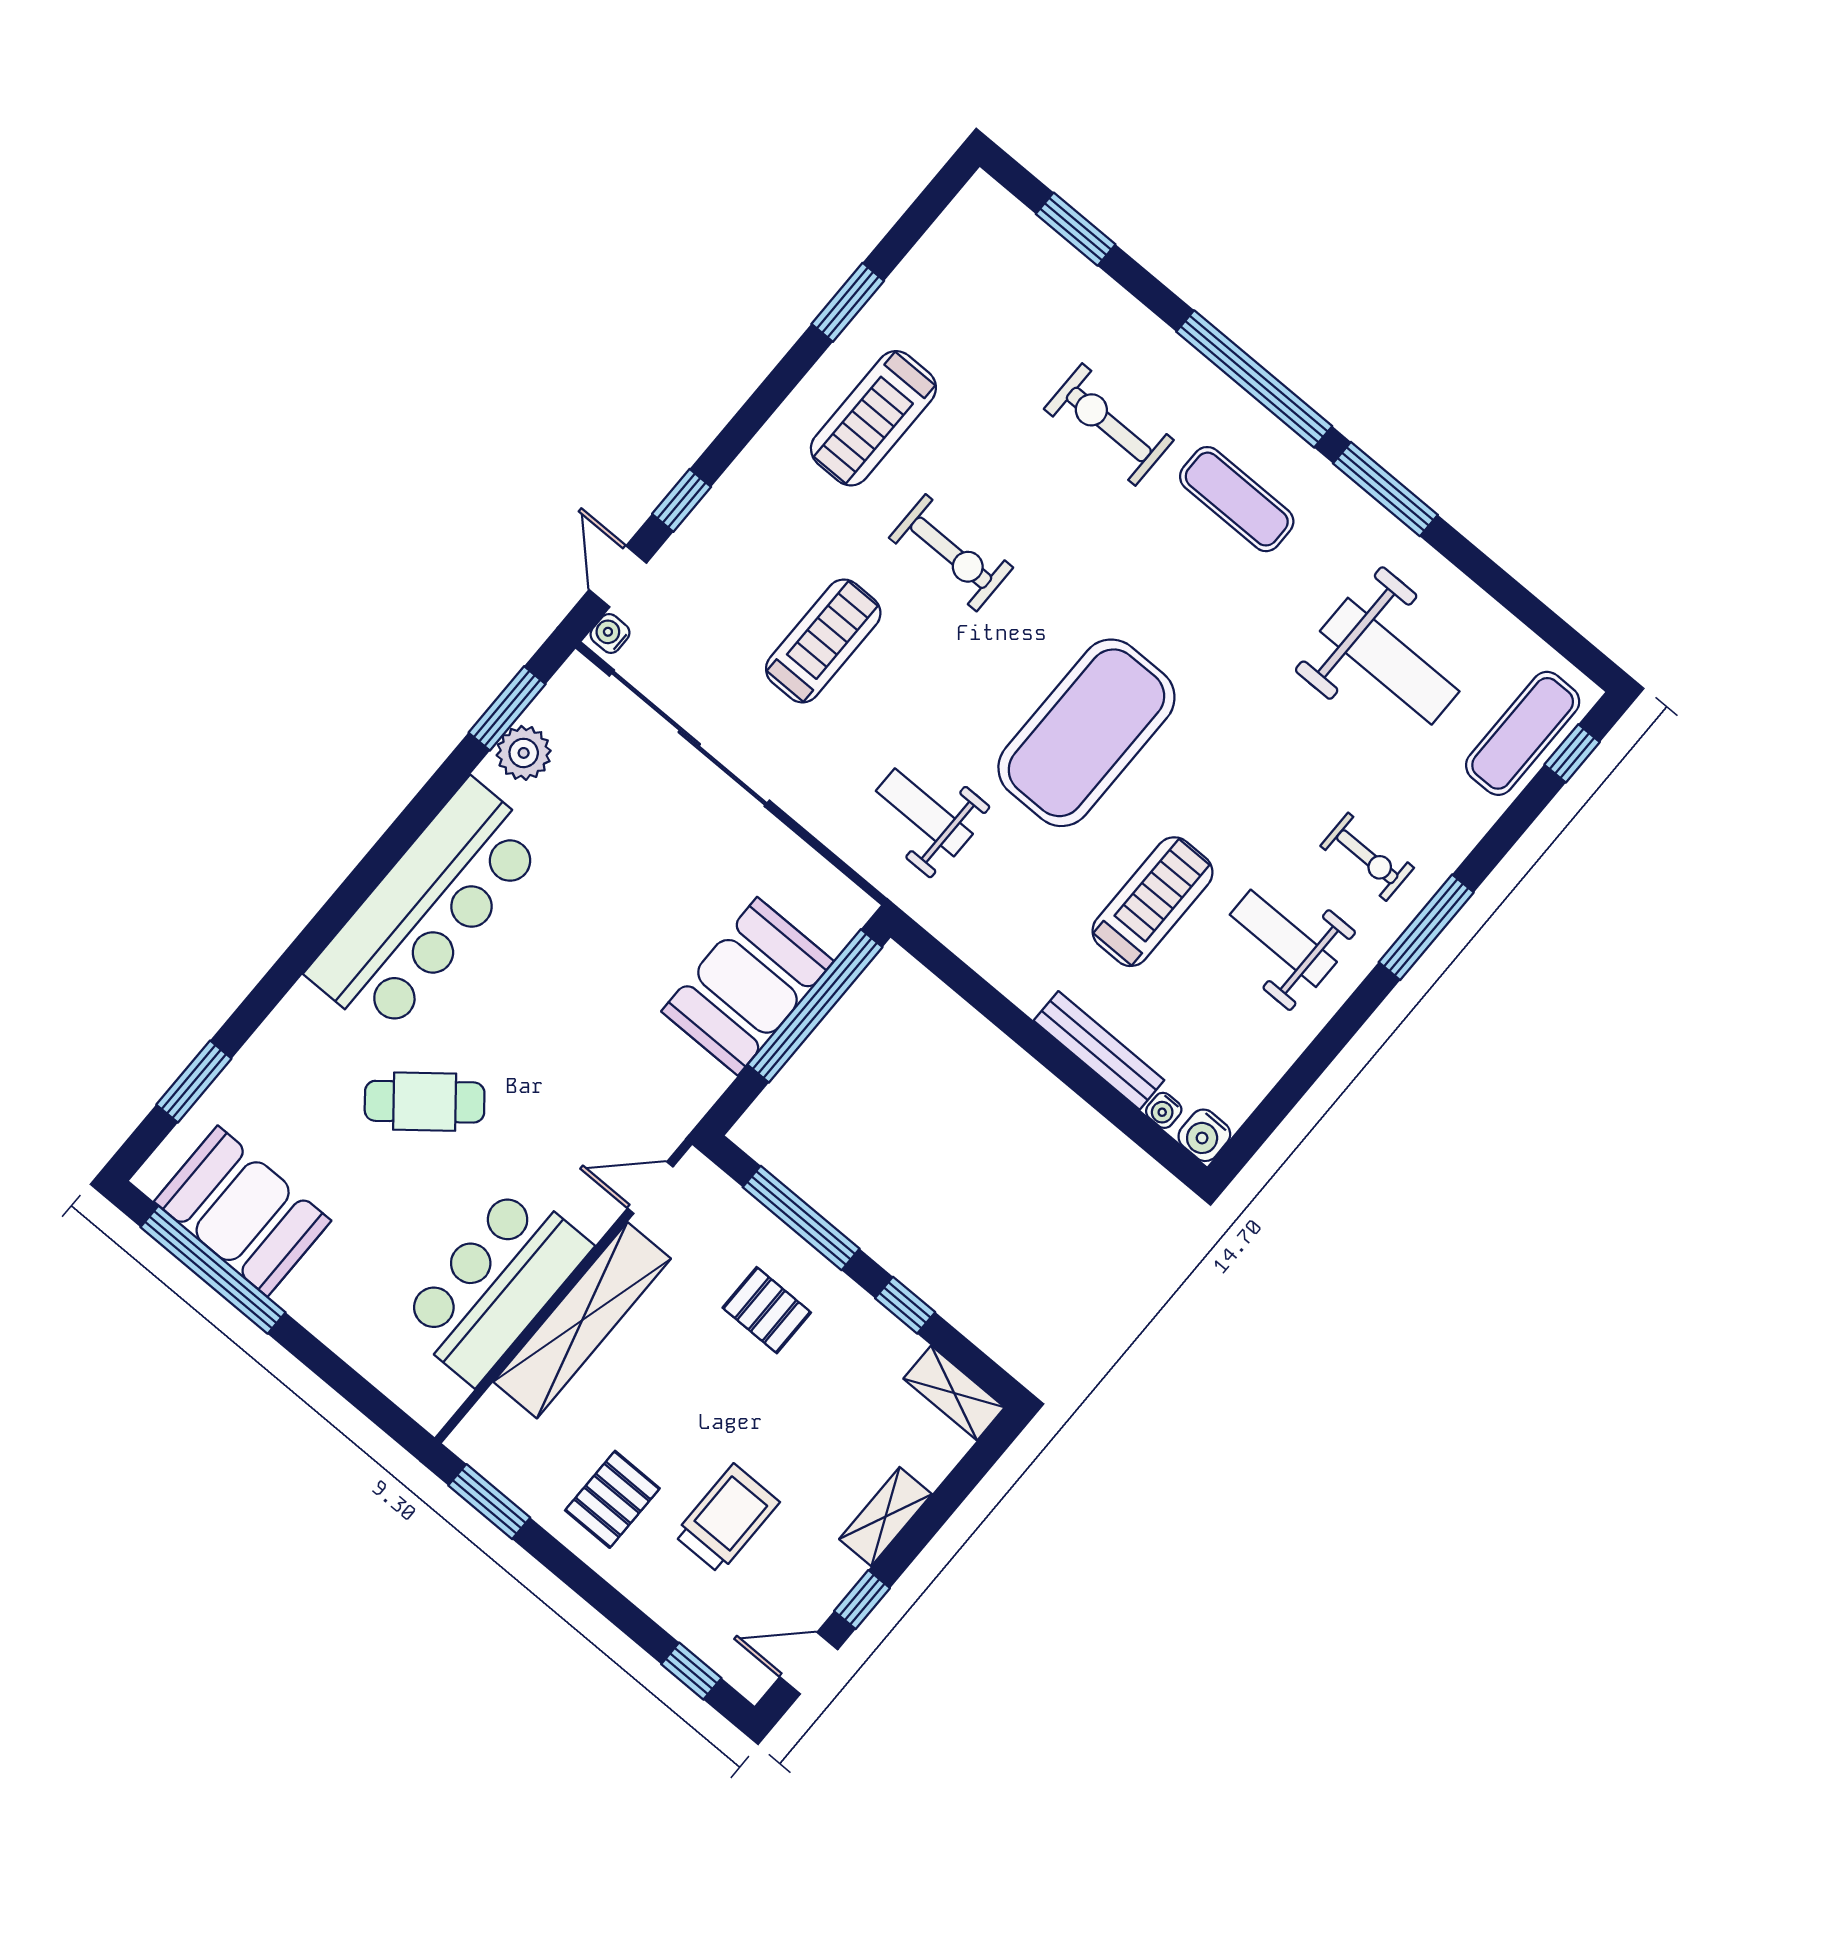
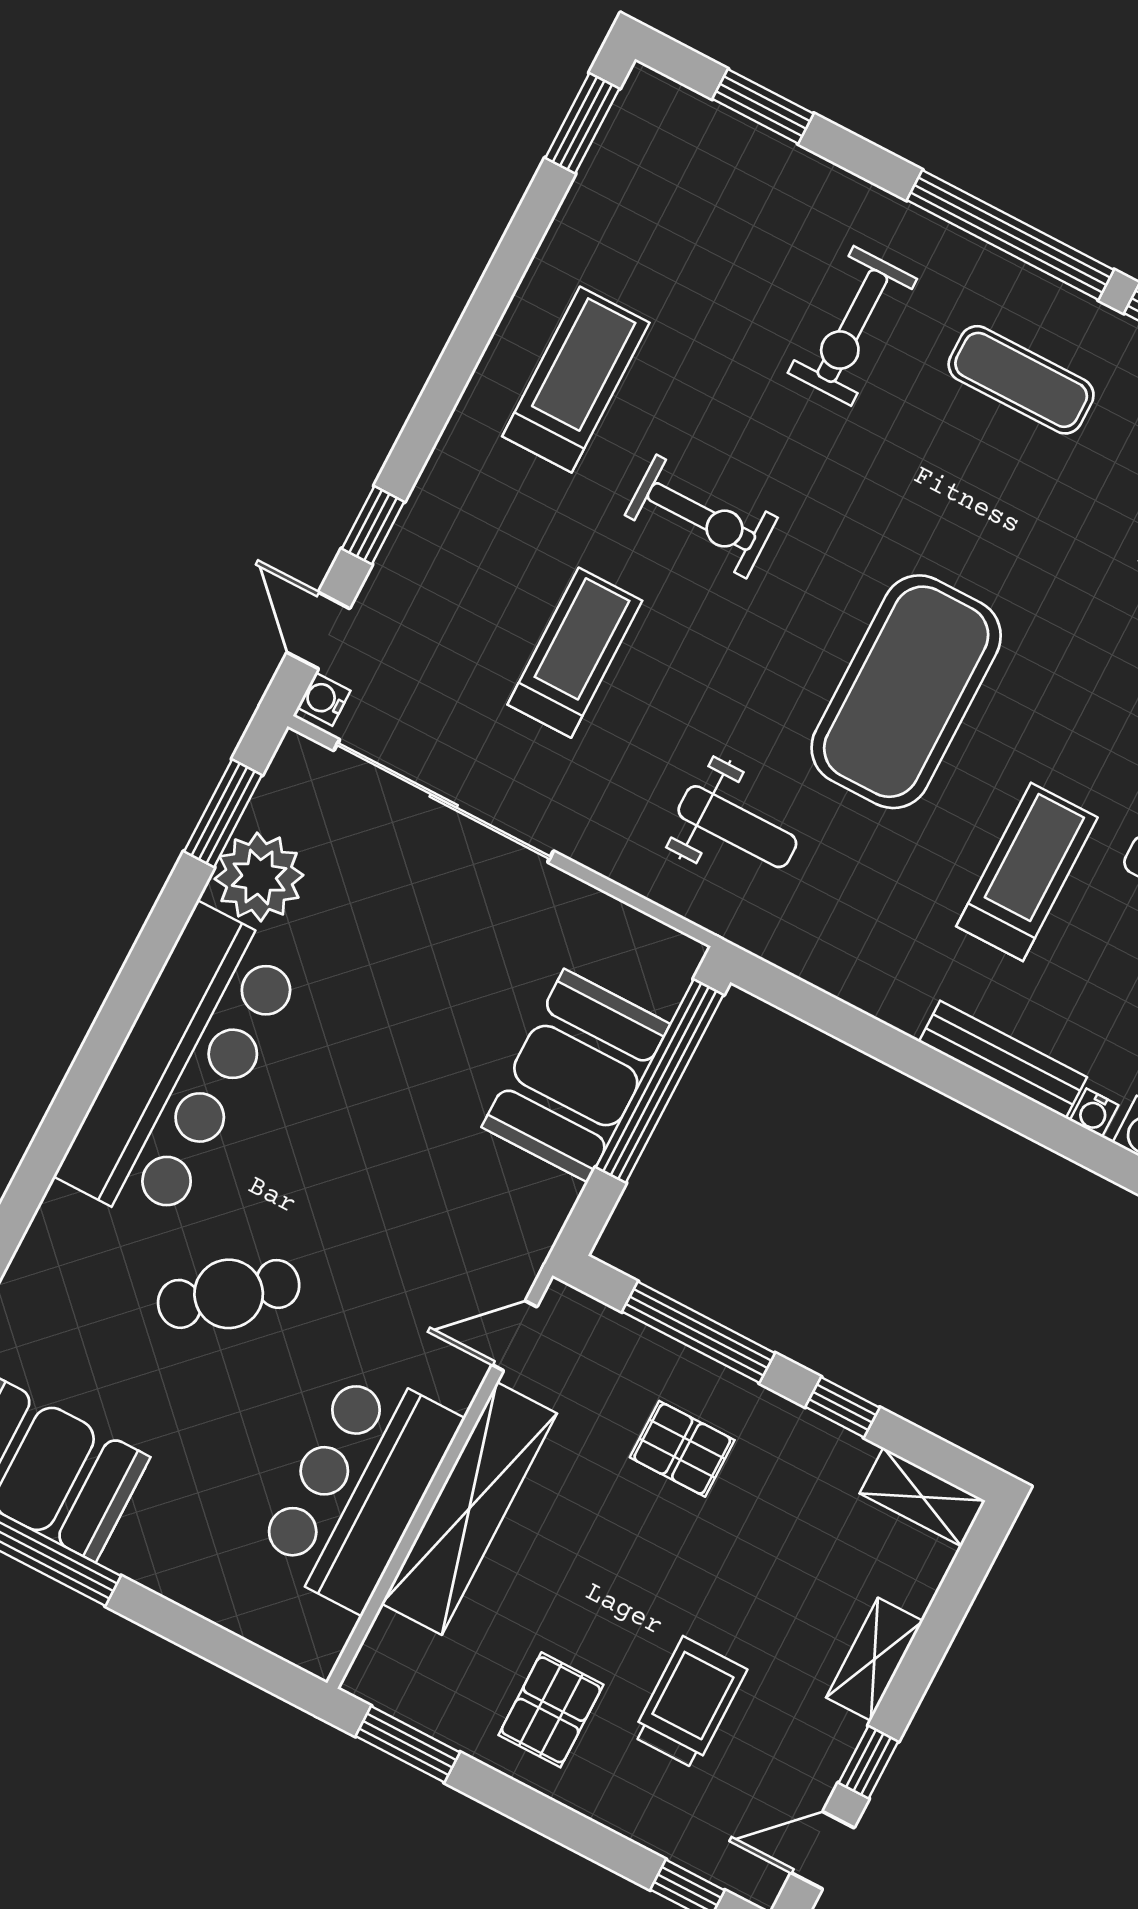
window: (848, 302) -> (582, 123), moved
treadmill: (873, 418) -> (576, 380), turned 180
exercise bike: (1109, 425) -> (852, 326), turned -90
plant: (524, 753) -> (259, 877), width x1.36, depth x1.36
weight bench: (924, 812) -> (737, 827), turned 180

